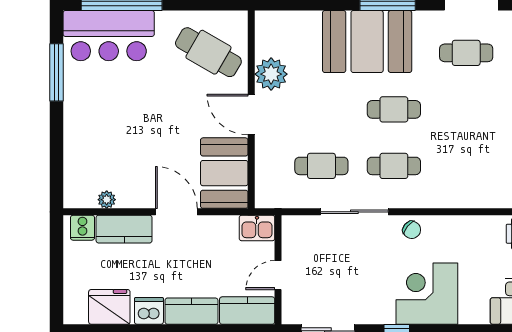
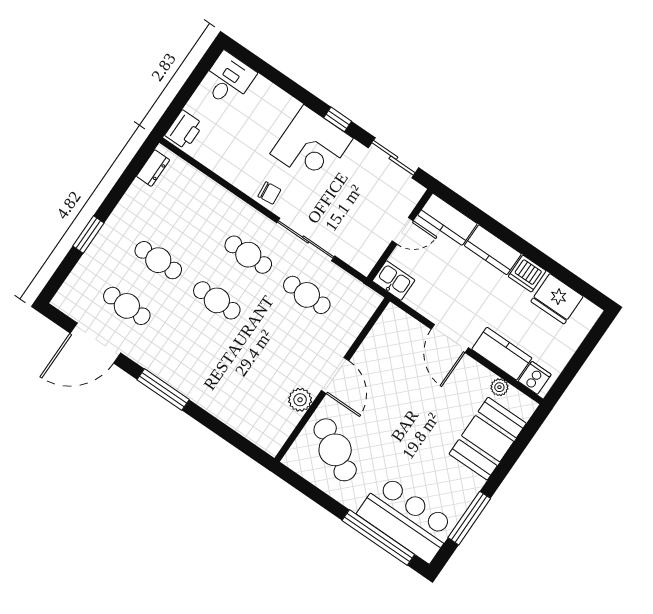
booth: (367, 42) -> (201, 370), removed
plant: (271, 74) -> (300, 400), width x0.73, depth x0.73
cafe table: (466, 109) -> (158, 260), added
booth: (224, 173) -> (488, 439), moved
chair: (412, 230) -> (269, 193), turned 134
corner desk: (427, 294) -> (312, 146), moved

